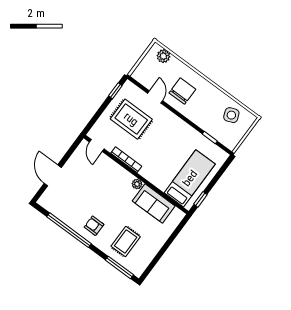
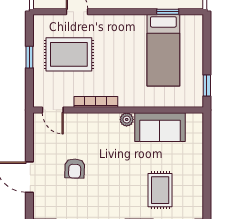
window: (115, 91) -> (29, 57), moved
bed: (190, 178) -> (163, 50), moved, turned 180
armchair: (94, 226) -> (75, 168), moved, turned -88

